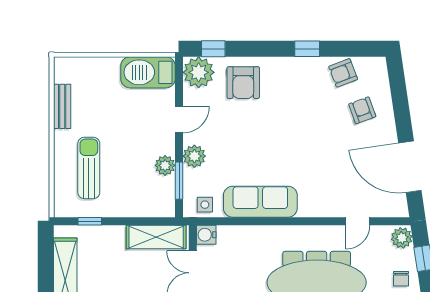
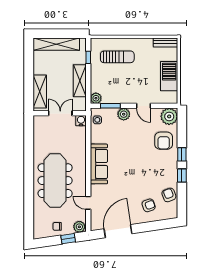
window: (213, 49) -> (182, 154), moved
barbecue: (148, 72) -> (169, 76), moved
armchair: (243, 83) -> (164, 141), turned -90
bench: (62, 106) -> (166, 42), moved
plant: (165, 165) -> (96, 98), moved
sofa: (260, 202) -> (99, 164), moved
shelving: (156, 237) -> (80, 81), moved

